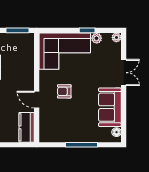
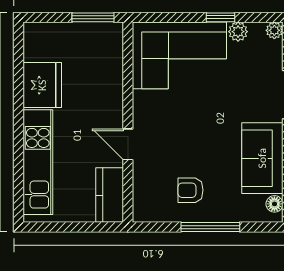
armchair: (64, 91) -> (190, 190), moved

